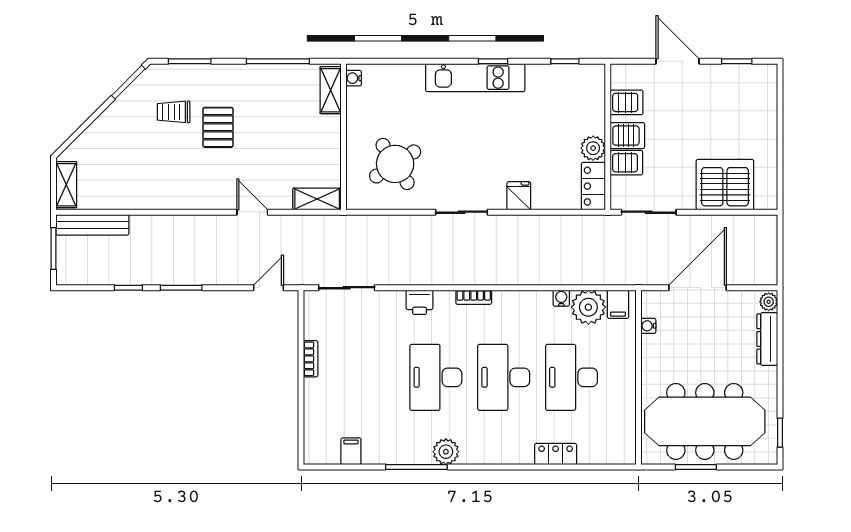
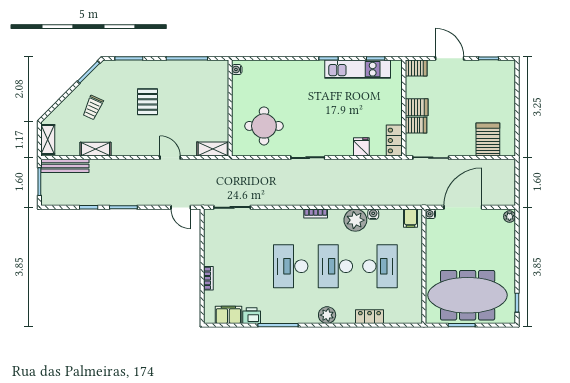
kitchen unit: (475, 78) -> (358, 69), moved
shelving: (331, 90) -> (96, 149), moved, turned 90
server rack: (627, 102) -> (416, 68), moved
trolley: (174, 112) -> (93, 108), moved, turned -66
plant: (593, 148) -> (394, 116), removed
round table: (395, 164) -> (264, 126), turned 33
server rack: (725, 185) -> (488, 140), width x0.63
fridge: (519, 196) -> (361, 147), moved
door: (268, 288) -> (181, 207), swing flipped
printer: (420, 302) -> (252, 316), moved, turned 180
plant: (588, 307) -> (355, 220), moved
water cooler: (648, 326) -> (430, 214), moved
dresser: (767, 339) -> (509, 241), removed
bookcase: (311, 359) -> (208, 278), moved
desk: (572, 377) -> (380, 266), turned 180
filing cabinet: (351, 451) -> (228, 315), width x2.00
plant: (446, 452) -> (327, 315), moved

